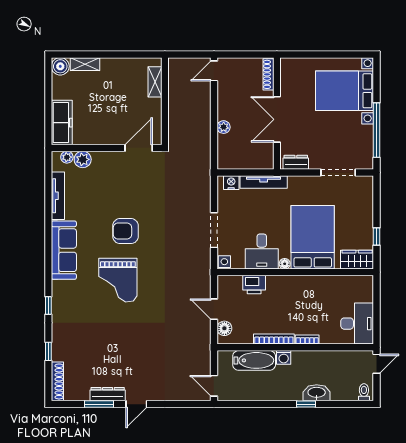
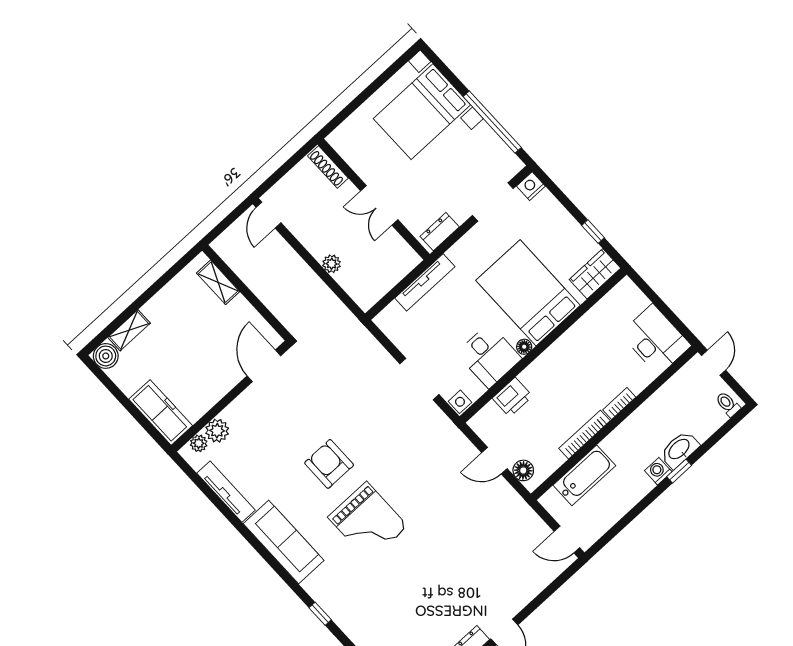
double door: (277, 119) -> (379, 205), width x0.73
nightstand: (231, 183) -> (531, 186), moved
armchair: (125, 231) -> (329, 464), turned 90
washing machine: (284, 357) -> (658, 471), moved, turned 180

